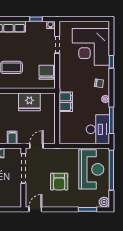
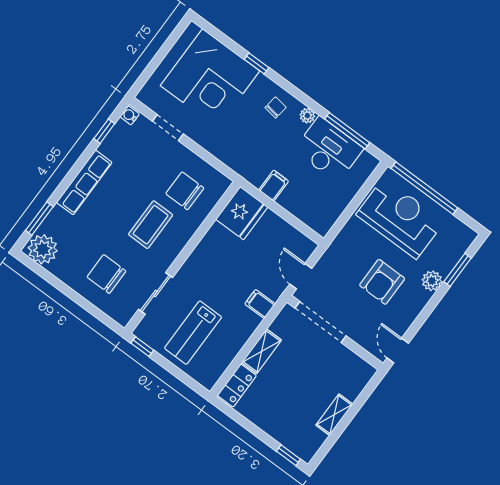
chair: (46, 72) -> (185, 191), moved
fridge: (29, 102) -> (242, 213), moved
filing cabinet: (66, 102) -> (274, 186), width x0.50
desk: (98, 129) -> (329, 149), moved
armchair: (59, 182) -> (382, 282), turned 90
plant: (104, 202) -> (432, 281), moved

